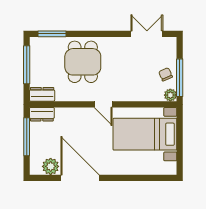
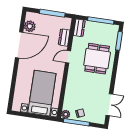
dining table: (83, 62) -> (97, 59), turned 90
door: (103, 104) -> (68, 57), moved
dresser: (42, 114) -> (64, 37), moved

